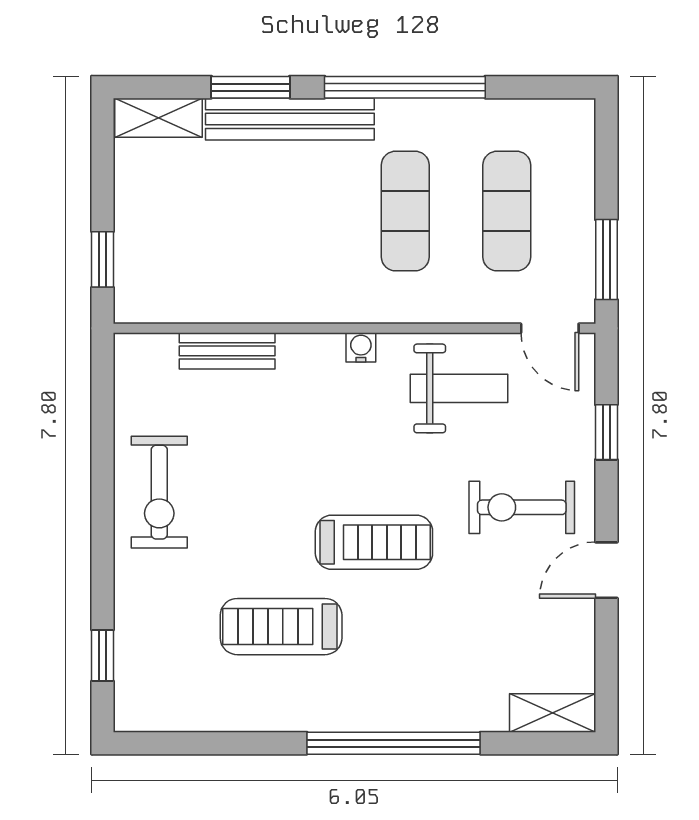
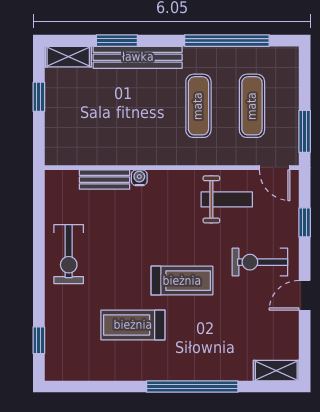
window: (405, 87) -> (227, 41), moved
window: (103, 259) -> (39, 97), moved
water cooler: (361, 347) -> (139, 178), moved

